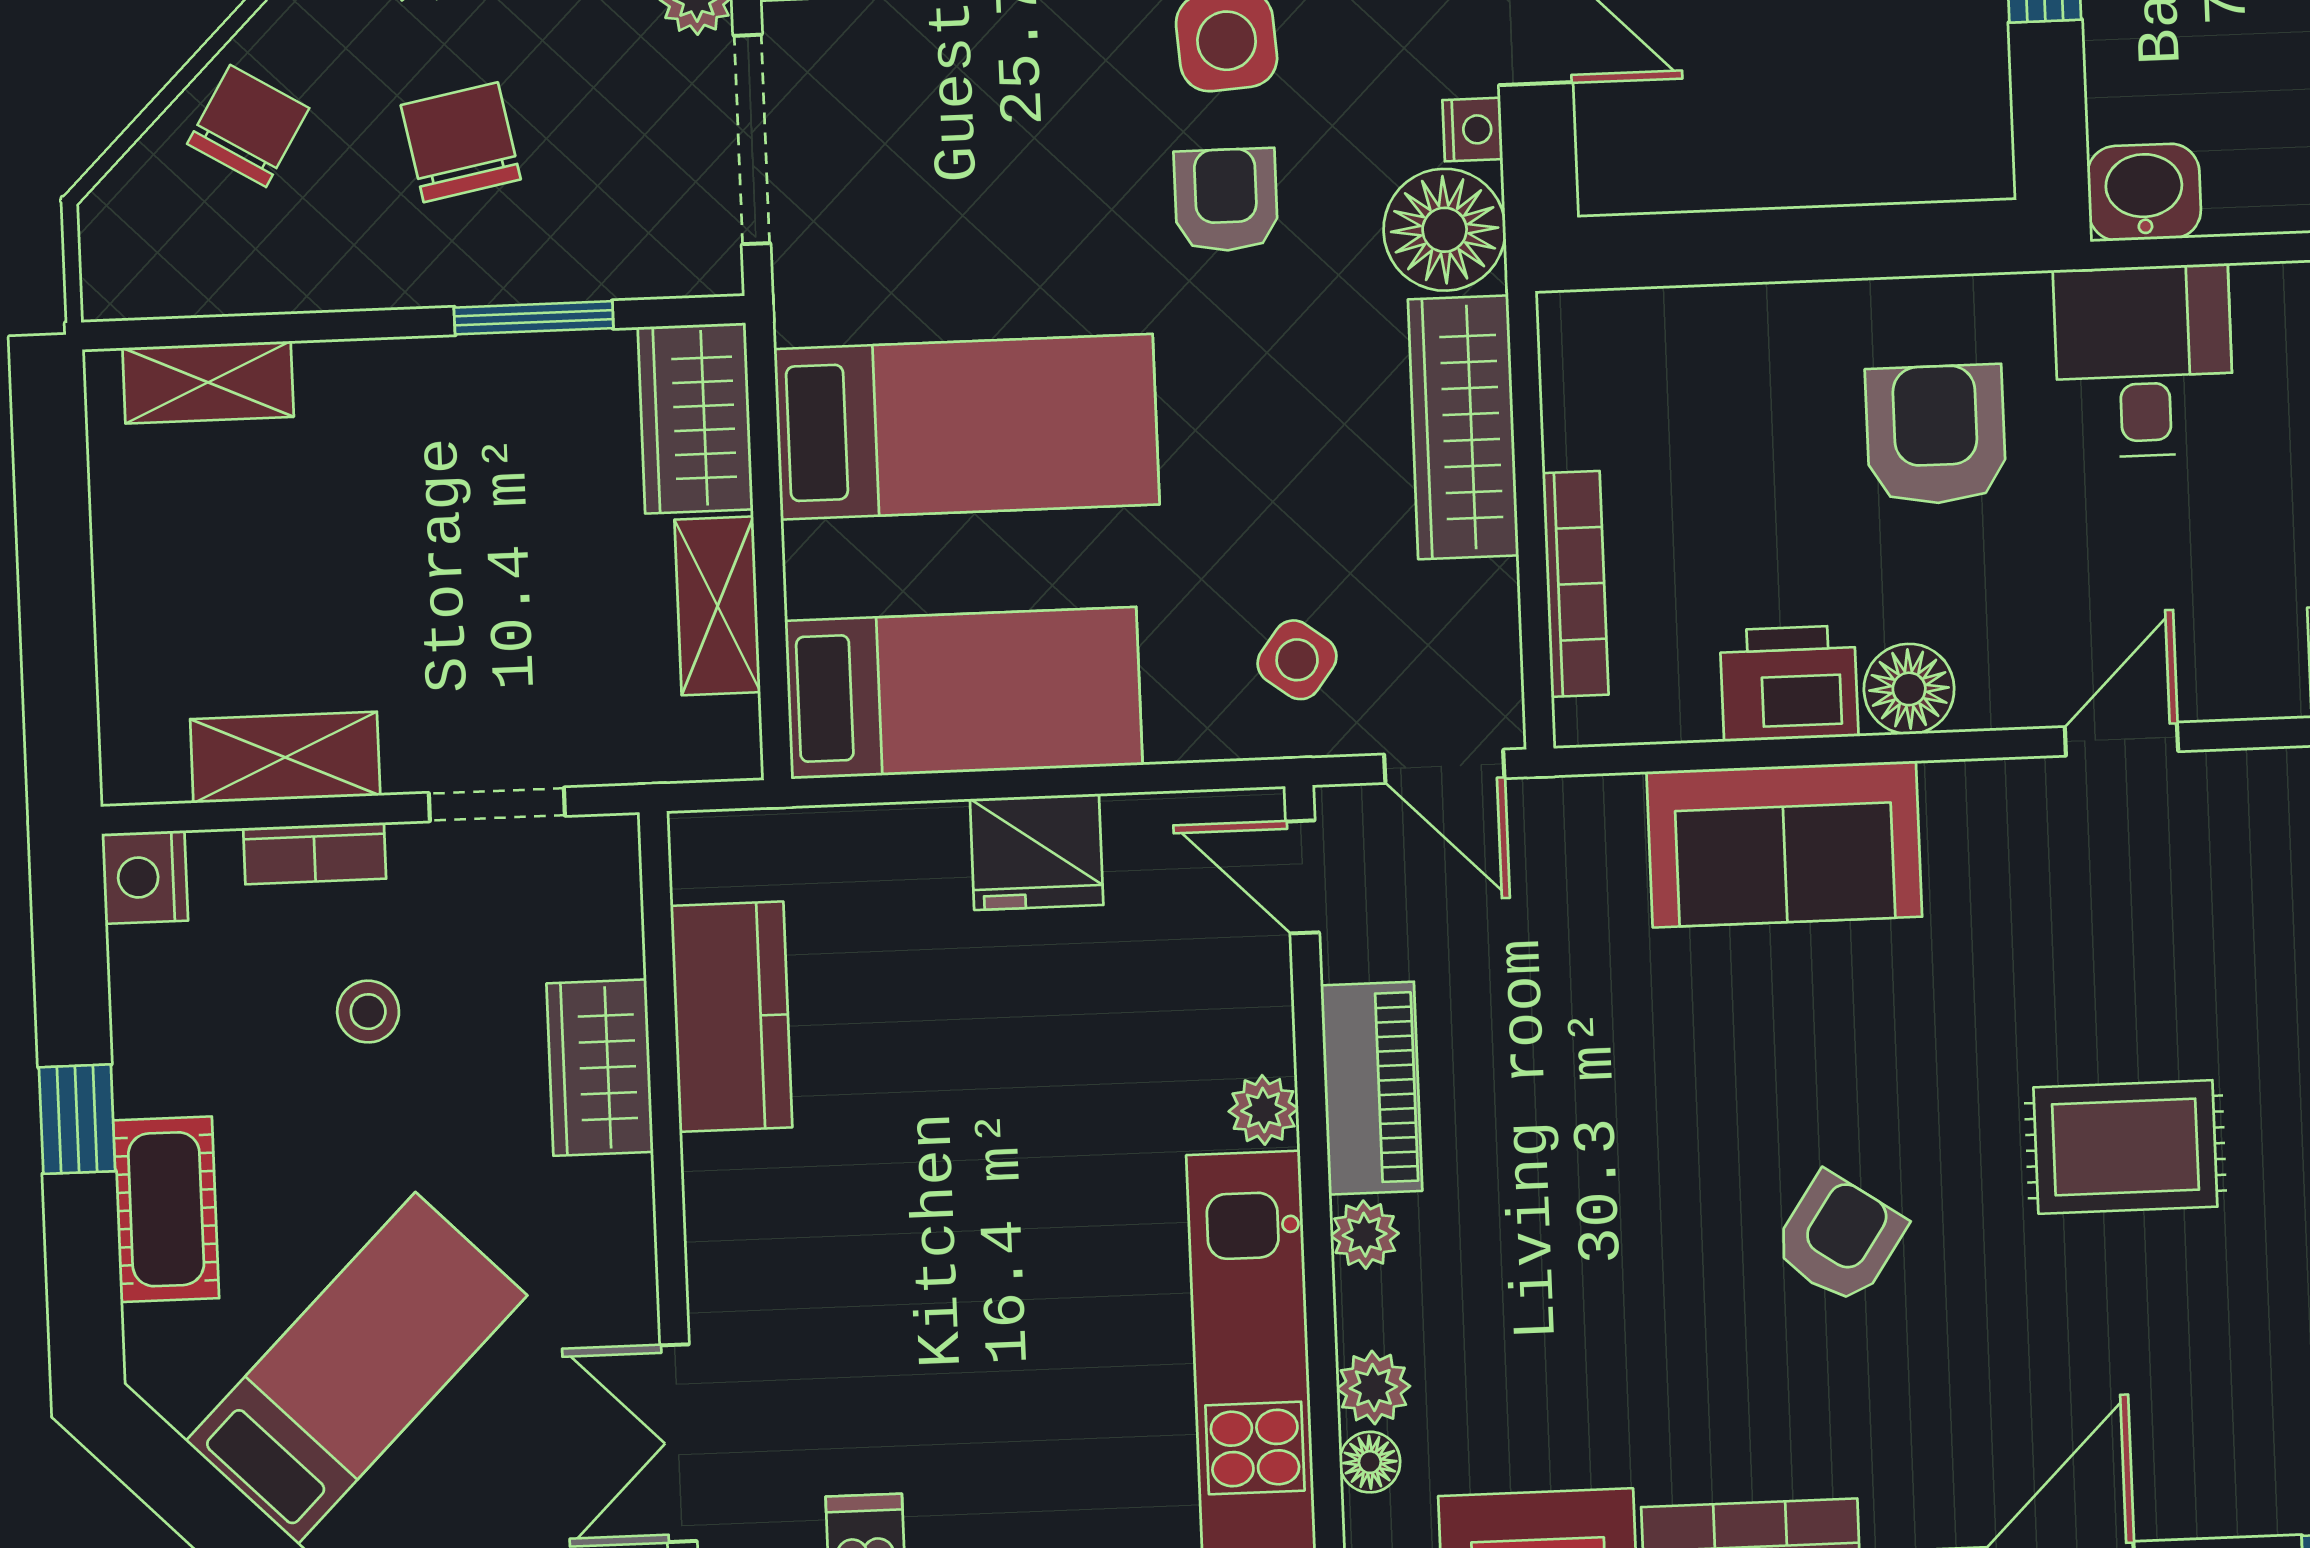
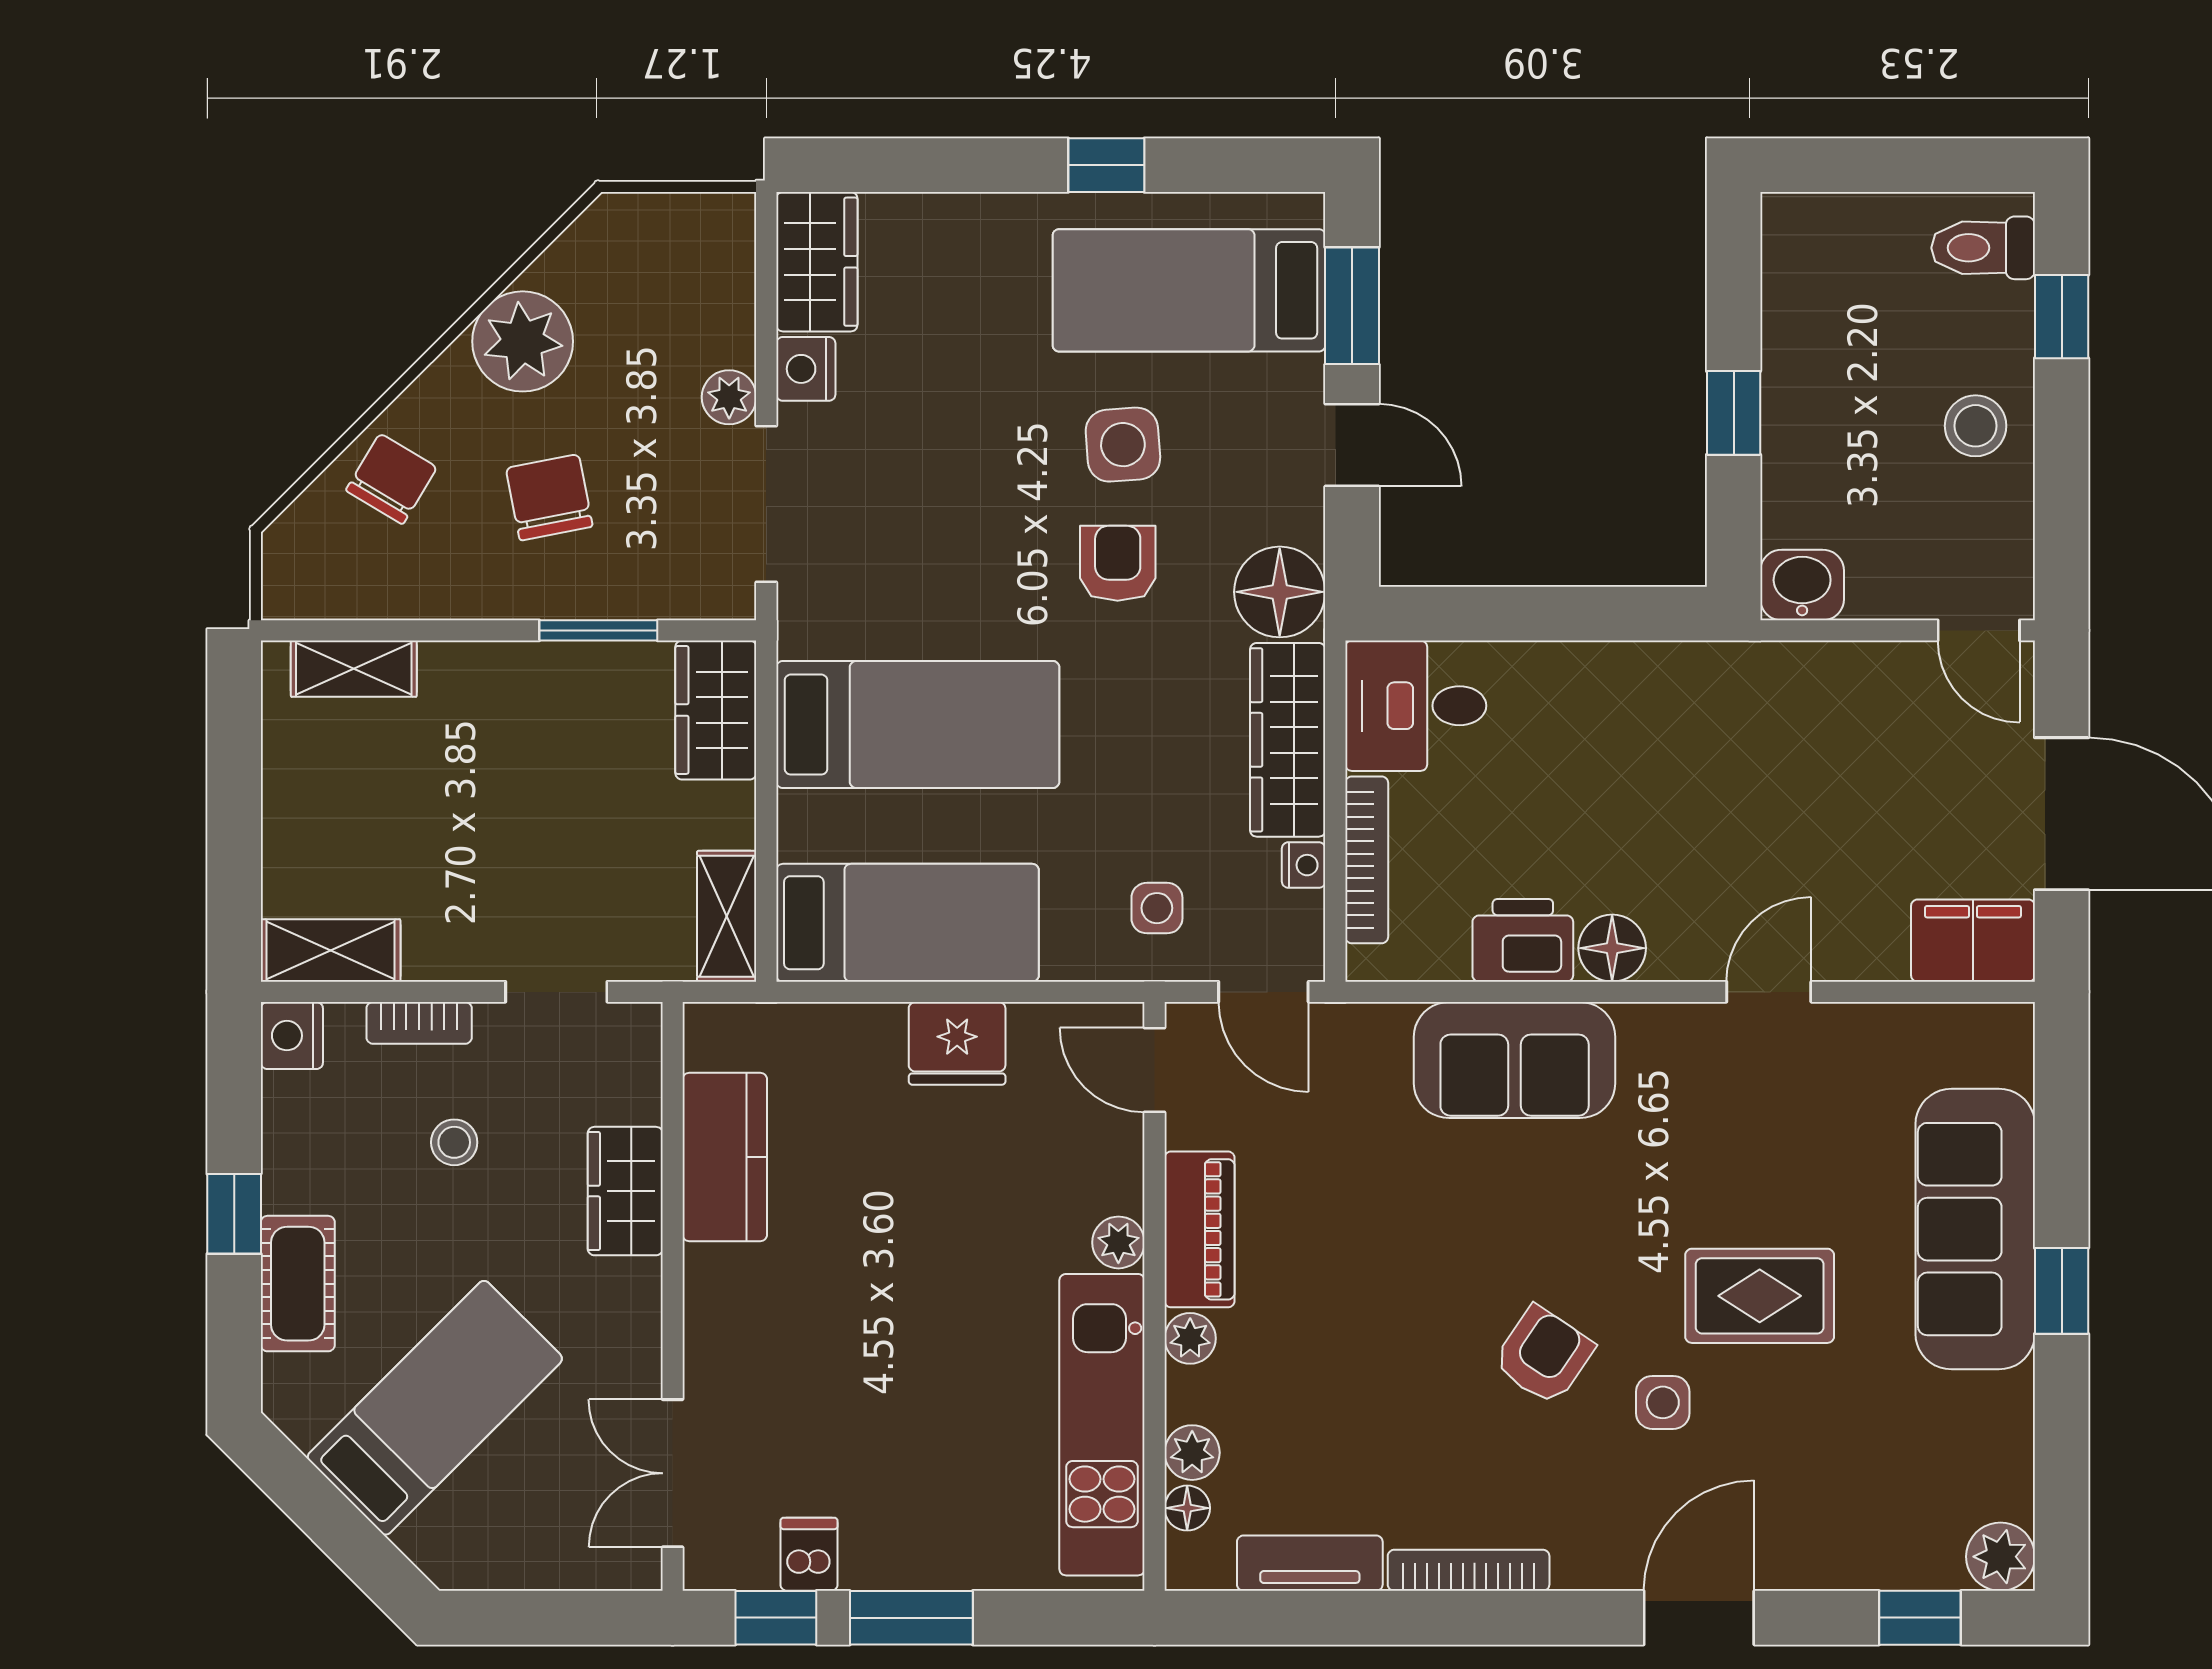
nightstand: (1473, 130) -> (1304, 865), moved
desk: (2144, 361) -> (1416, 706), moved, turned -90
armchair: (1936, 435) -> (1640, 759), removed
shelving: (718, 606) -> (727, 916), moved
side table: (1297, 660) -> (1157, 908), turned -37
shelving: (285, 757) -> (331, 950), moved
side table: (2001, 1295) -> (1663, 1402), added

